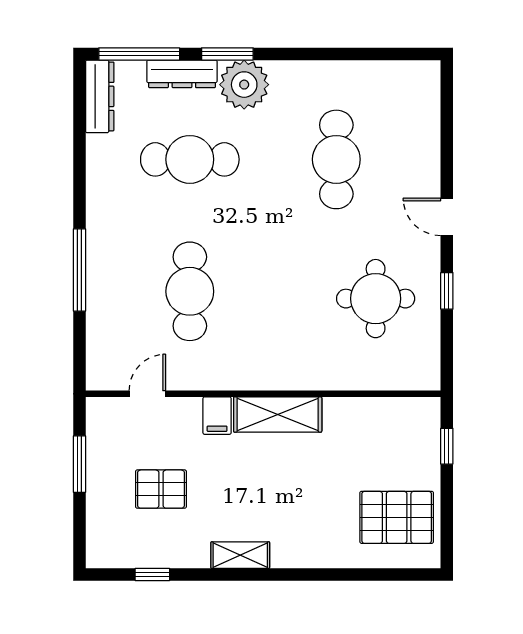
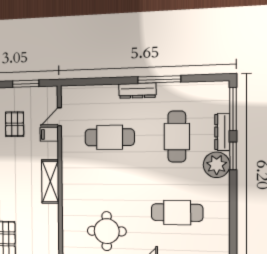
dresser: (100, 96) -> (137, 91), moved
window: (79, 270) -> (159, 79), moved
door: (147, 394) -> (59, 117), swing flipped
filing cabinet: (217, 416) -> (49, 134), moved

